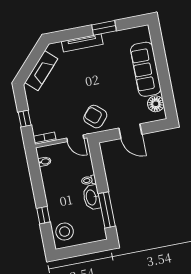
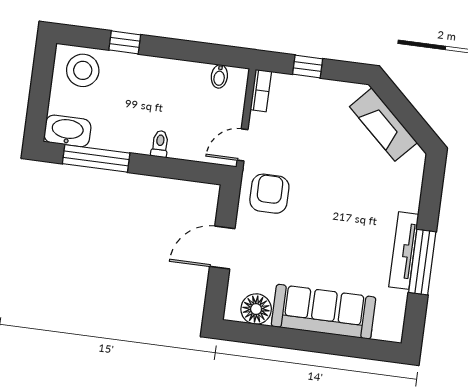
window: (104, 28) -> (422, 262), width x1.44
tv unit: (82, 43) -> (404, 251), moved
armchair: (95, 117) -> (269, 194), turned -41
washbasin: (92, 197) -> (67, 131), moved

